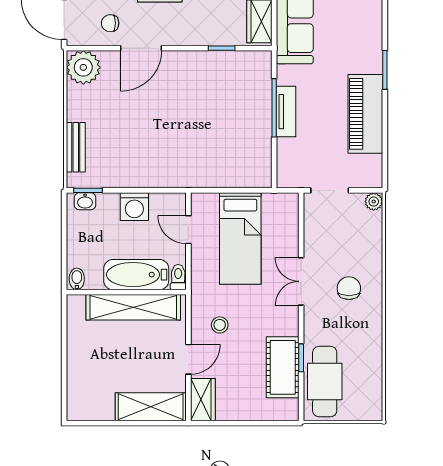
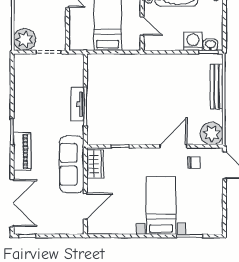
piano: (365, 114) -> (22, 151), moved, width x0.73, depth x0.75
bench: (76, 147) -> (217, 87), width x1.36
plant: (374, 202) -> (25, 40), width x1.88, depth x1.88
washing machine: (134, 207) -> (193, 41), moved

